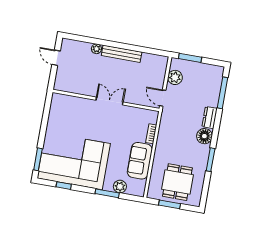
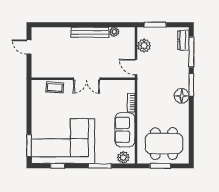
plant: (96, 49) -> (114, 32), moved
double door: (109, 101) -> (86, 79), swing flipped
coffee table: (75, 104) -> (55, 87), added
dresser: (210, 118) -> (183, 40), moved
window: (211, 160) -> (191, 85), moved
dining table: (177, 182) -> (164, 144), width x1.37
plant: (120, 187) -> (123, 157), moved

